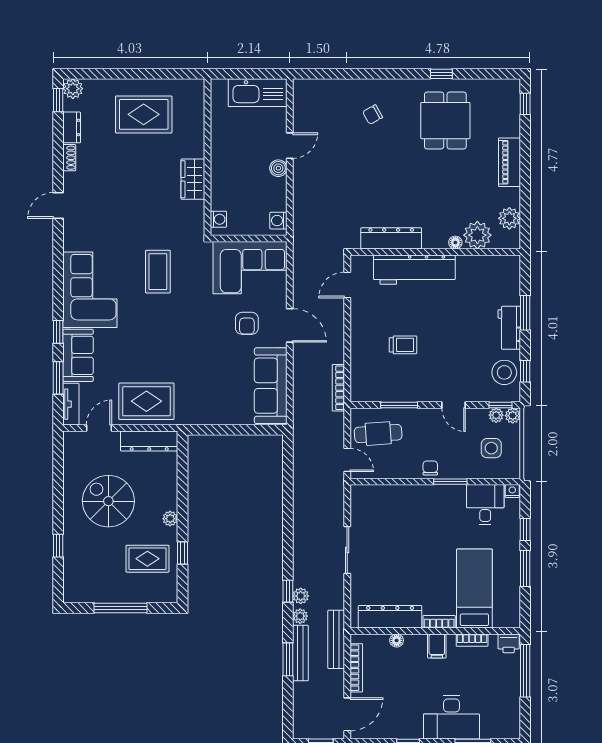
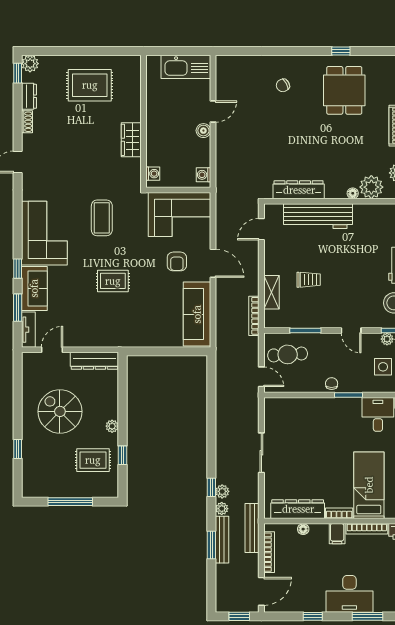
shelving: (359, 360) -> (271, 292), added
rug: (146, 401) -> (113, 281), moved, width x0.73, depth x0.70
bookcase: (472, 640) -> (367, 529), width x1.56

